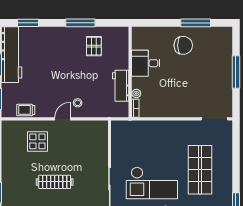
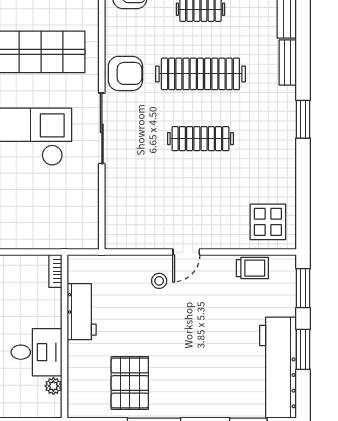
pallet: (94, 46) -> (130, 383), width x1.50, depth x1.42
plant: (136, 93) -> (53, 386), moved
display table: (37, 141) -> (268, 222), moved

